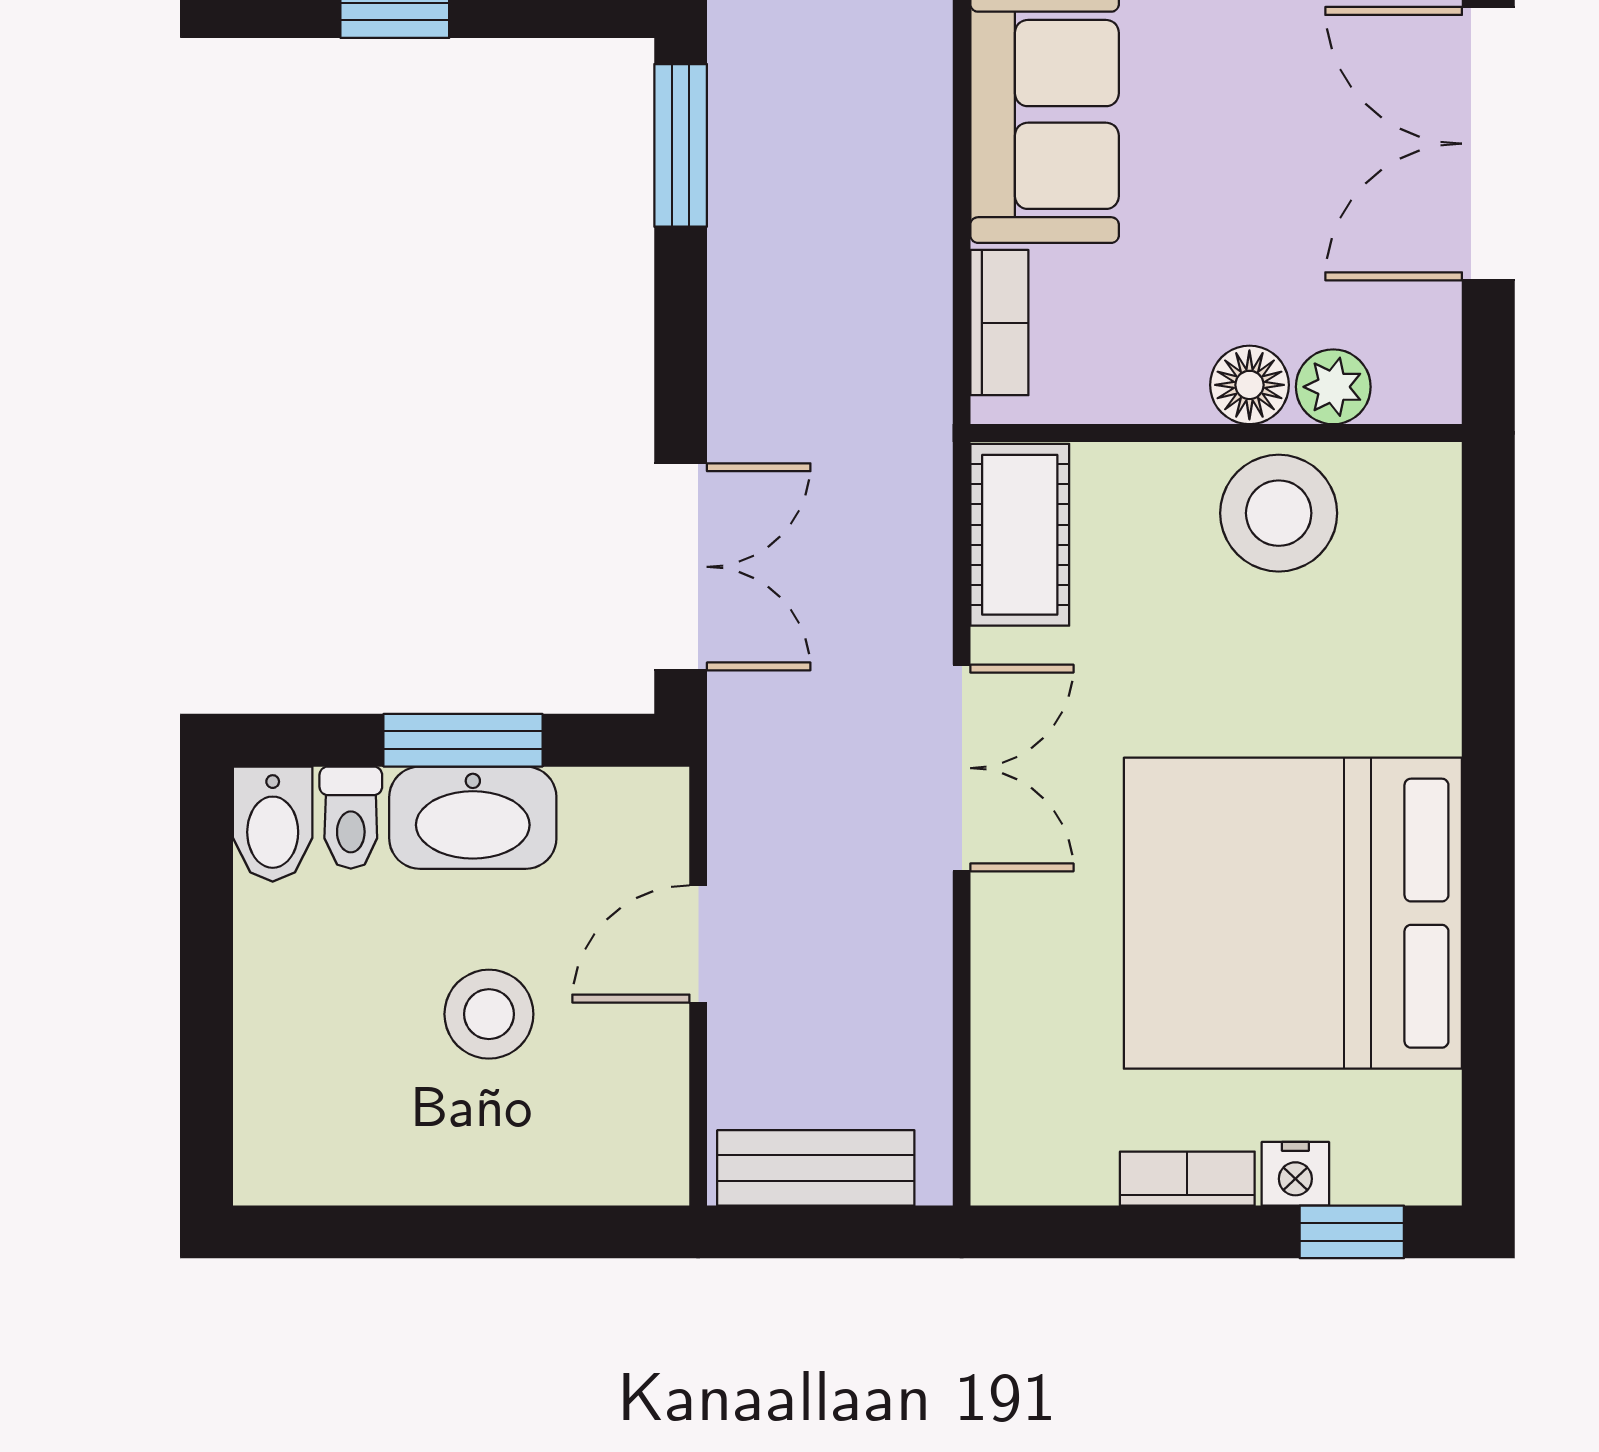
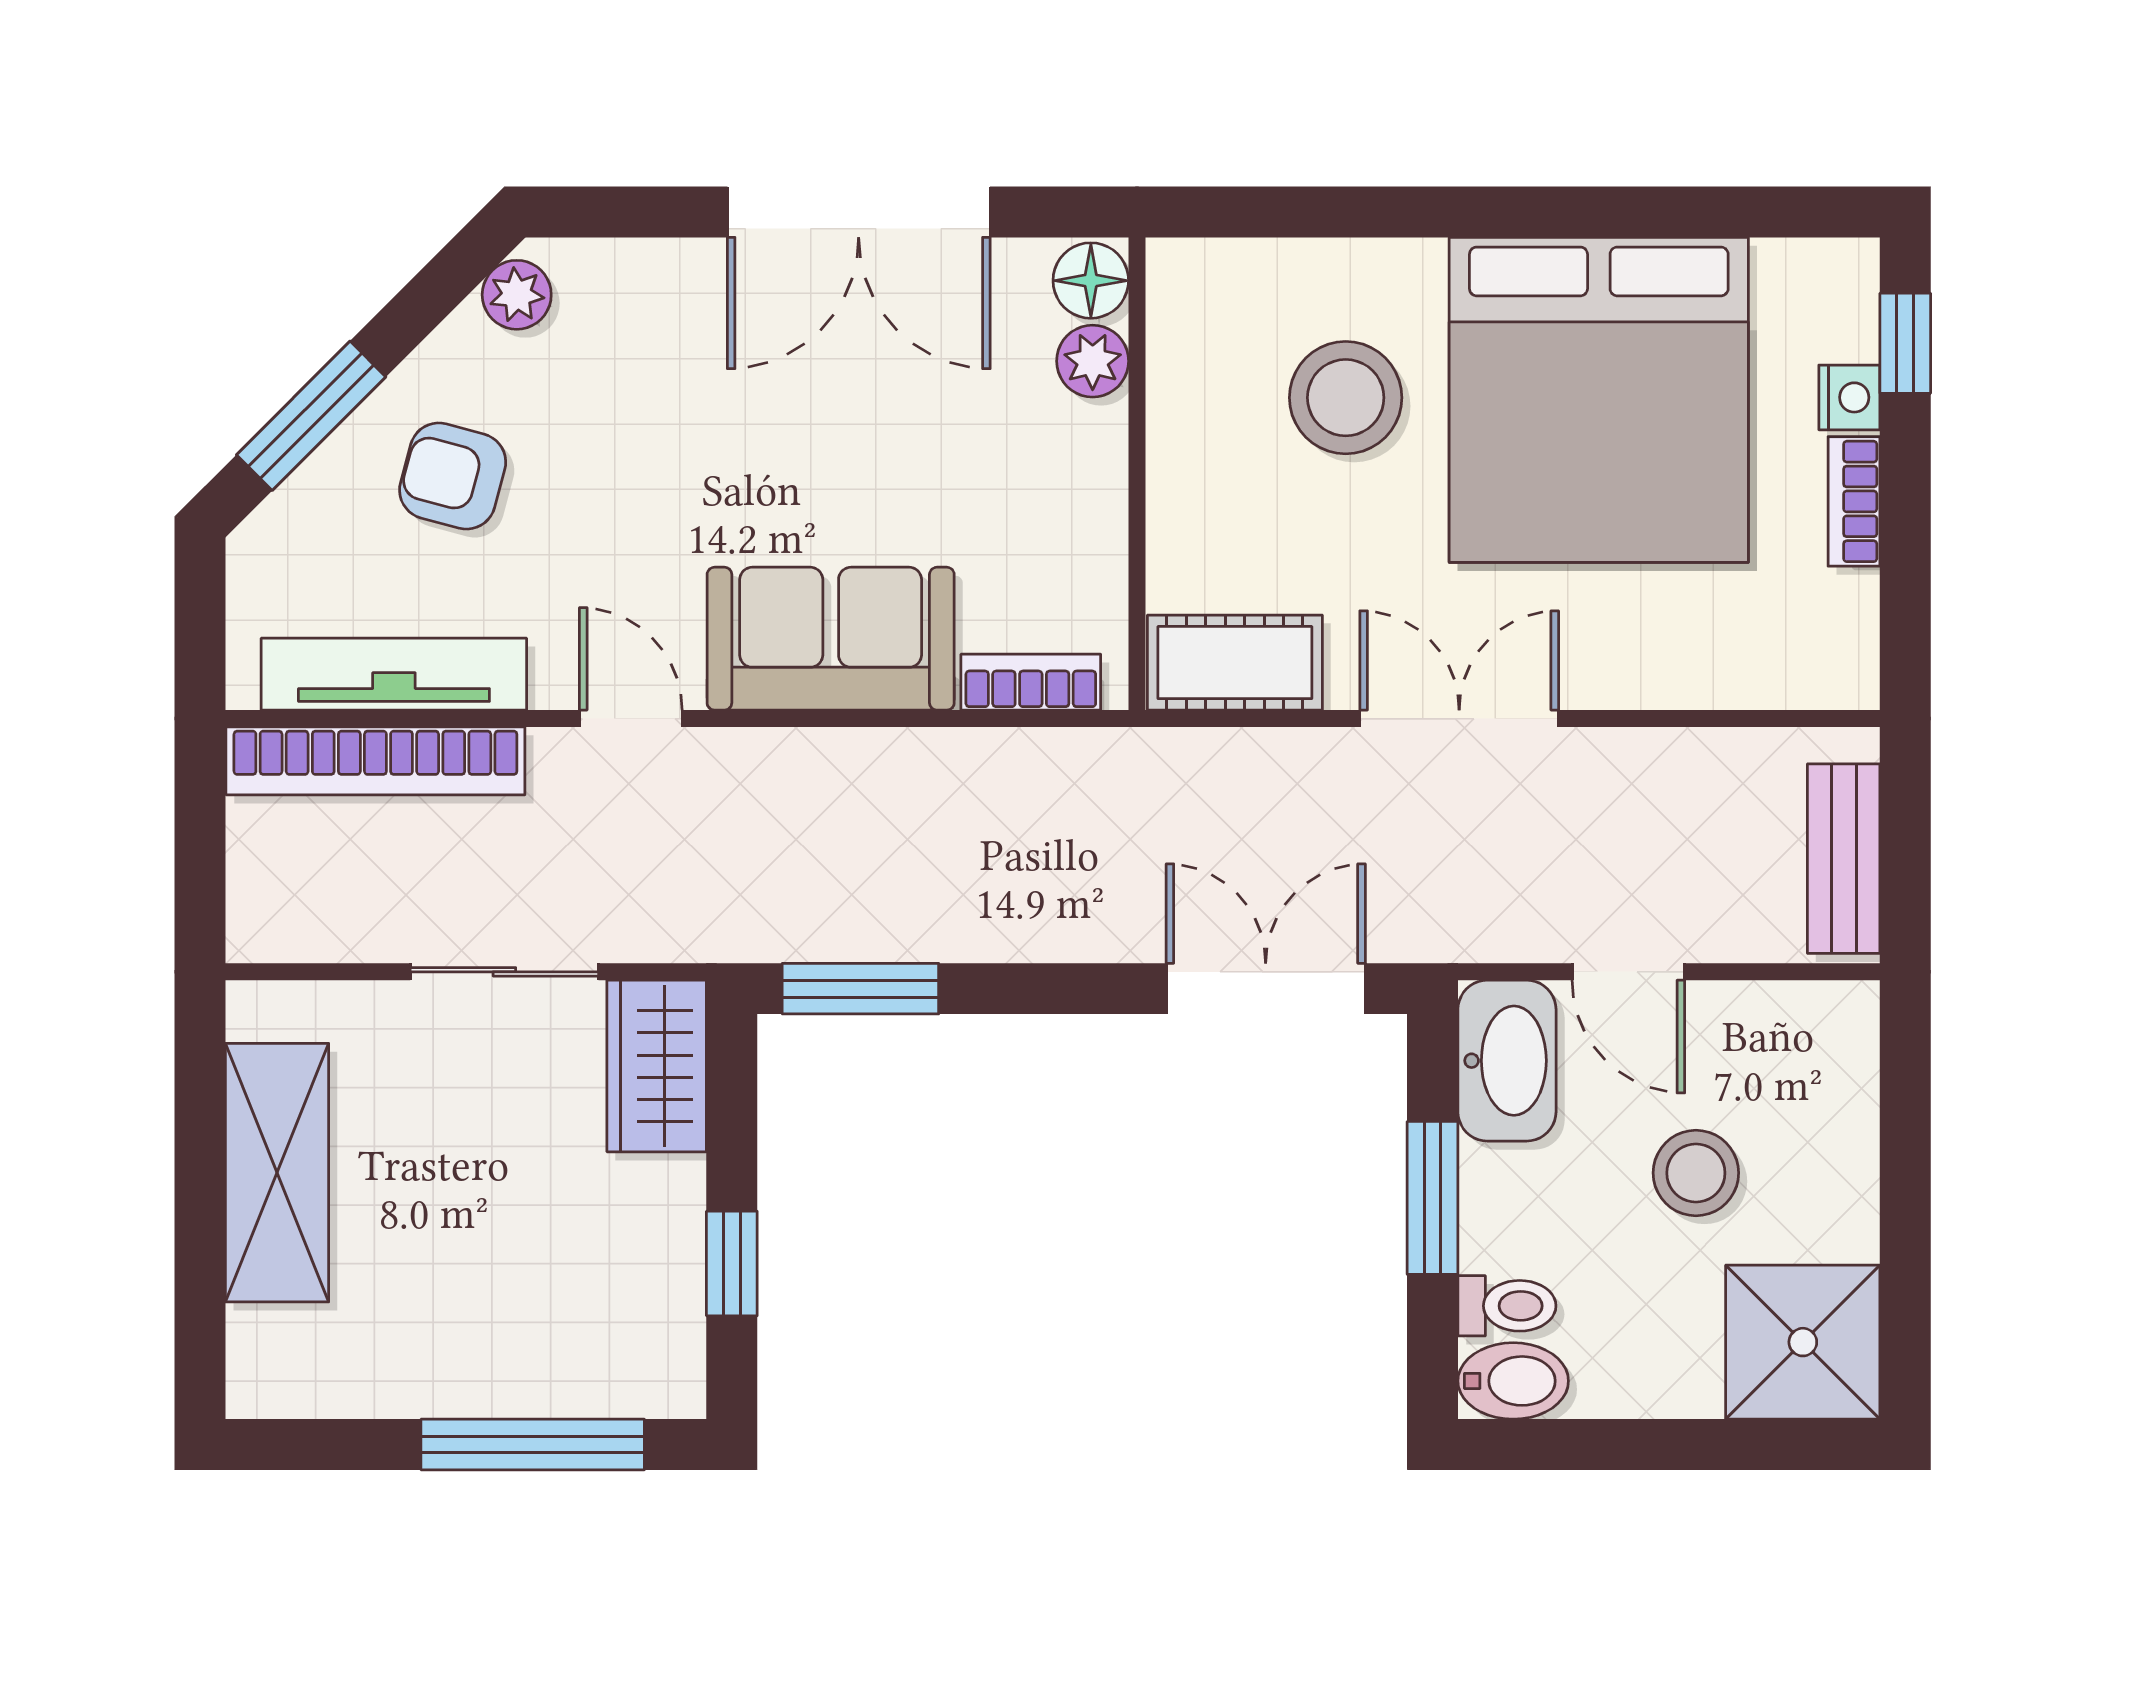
floor lamp: (1249, 385) -> (1091, 281), moved
stool: (1279, 513) -> (1346, 398), moved
washbasin: (473, 818) -> (1507, 1061), moved
shower: (313, 1125) -> (1803, 1342), added

